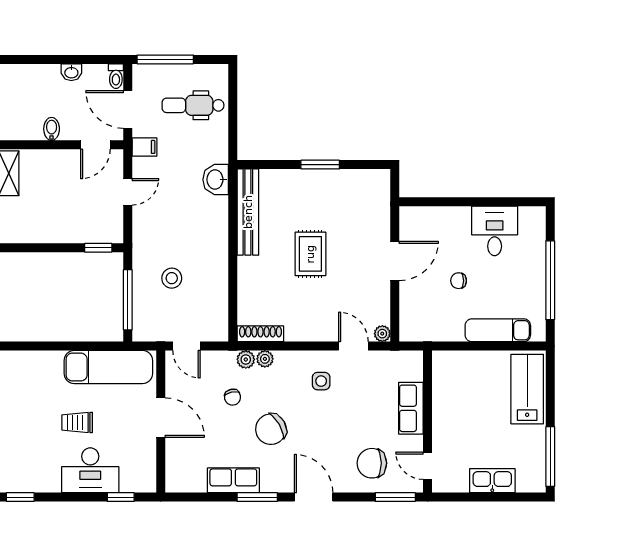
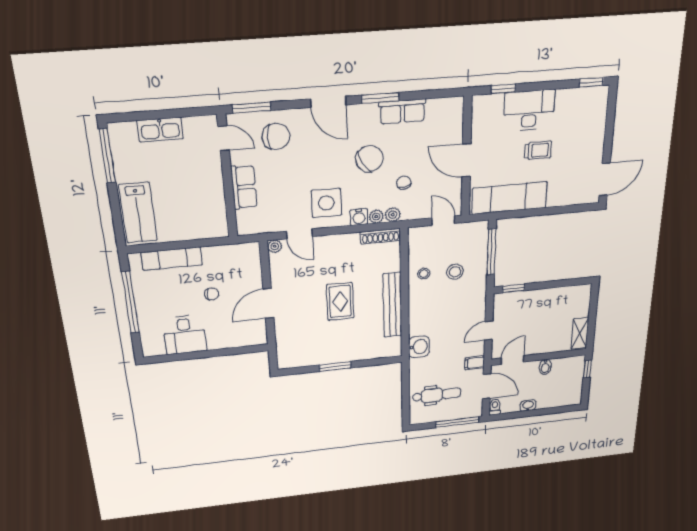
bench: (248, 212) -> (392, 305), moved
stool: (210, 280) -> (424, 274), added
water cooler: (285, 360) -> (359, 217), added
side table: (321, 381) -> (326, 203), width x1.87, depth x1.87

